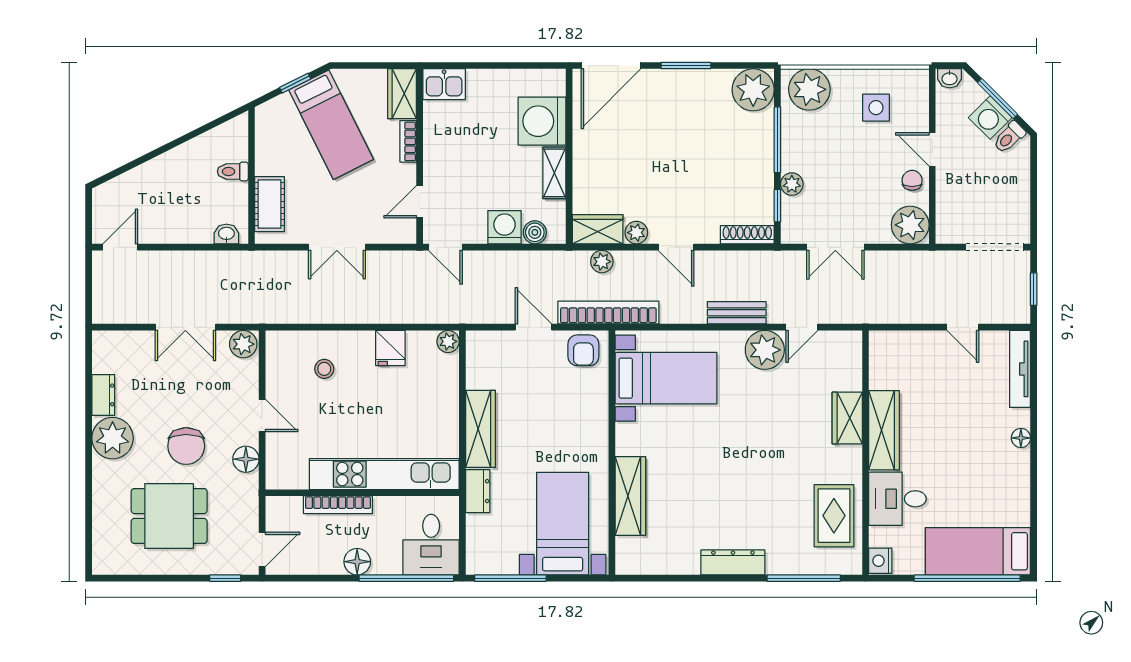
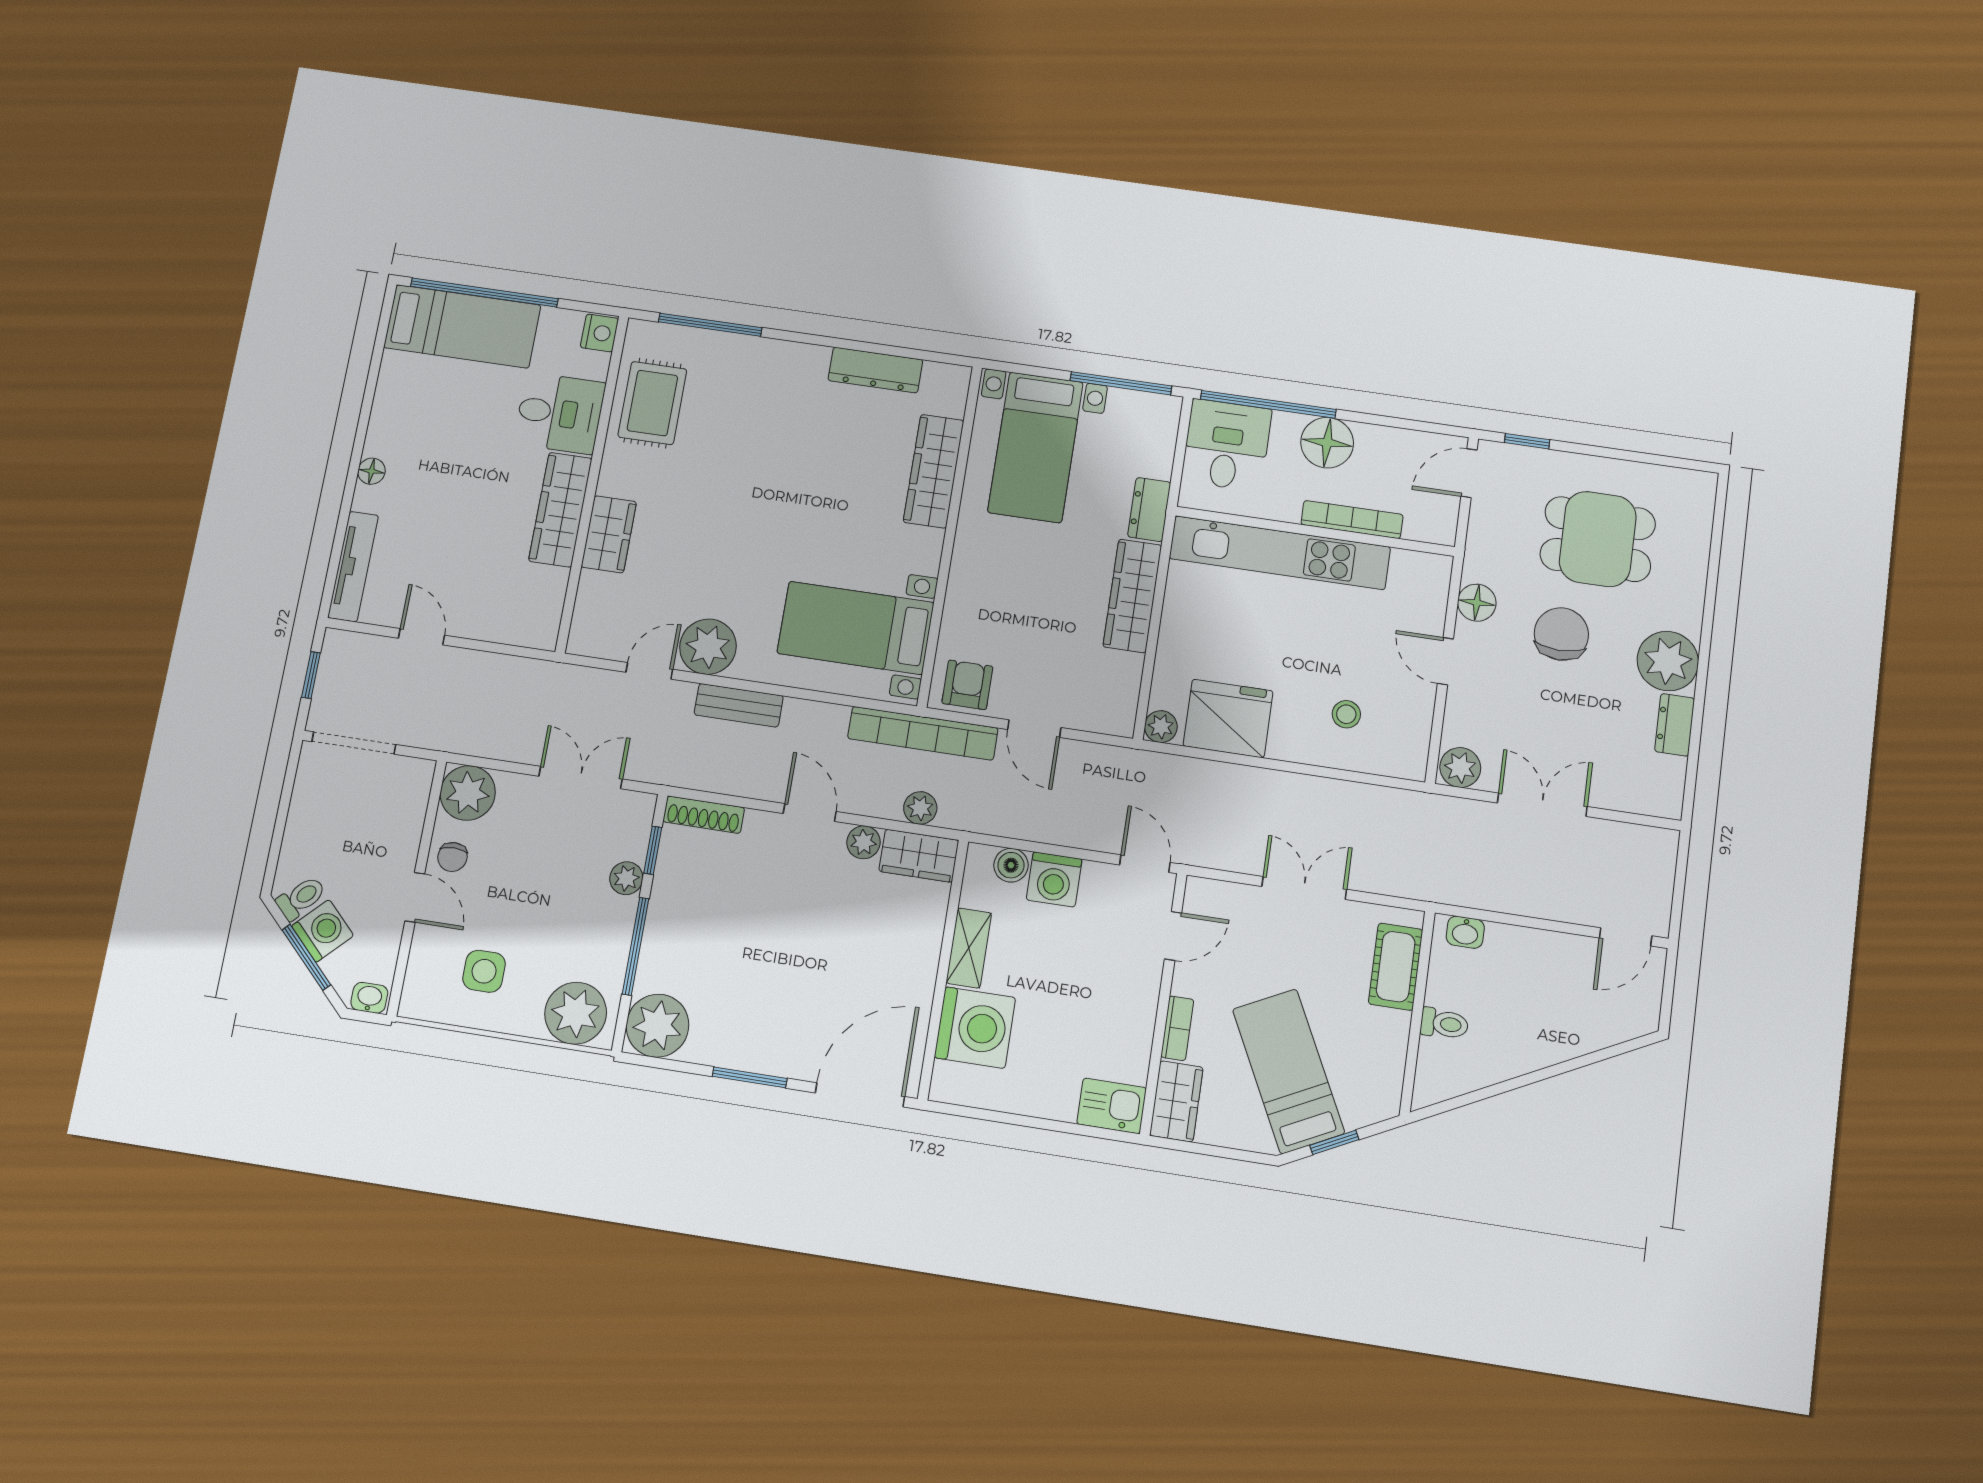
fridge: (390, 348) -> (1228, 718), width x1.88, depth x1.34
floor lamp: (357, 562) -> (1327, 443), width x1.38, depth x1.38
dresser: (733, 562) -> (875, 370), moved

